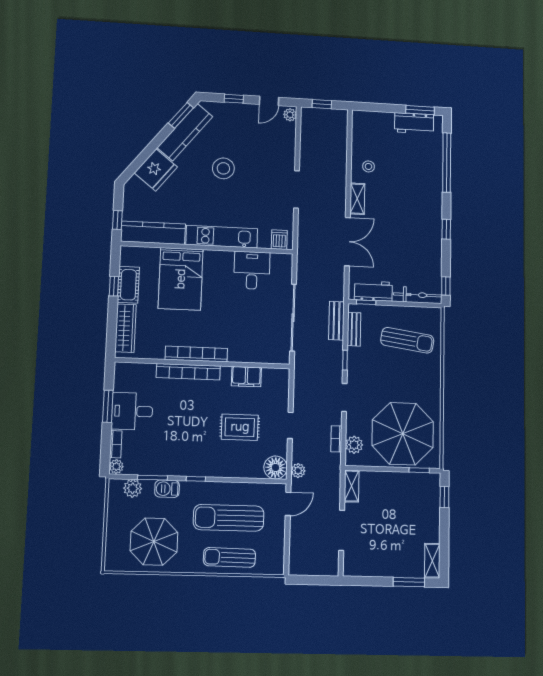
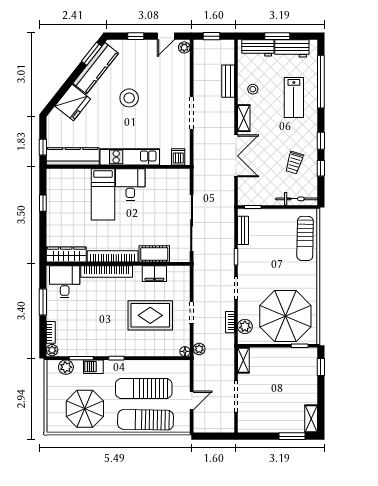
window: (420, 110) -> (277, 36), moved
lab bench: (416, 178) -> (294, 97), added
trolley: (415, 253) -> (294, 163), added
desk: (252, 270) -> (130, 184), moved
bed: (181, 279) -> (103, 194), width x0.67
cot: (128, 285) -> (154, 254), moved, turned 90
window: (446, 286) -> (321, 168), moved
workbench: (373, 291) -> (258, 48), moved, turned 180
bench: (336, 321) -> (228, 81), moved
wardrobe: (126, 328) -> (66, 255), moved, turned -90
sun lounger: (407, 340) -> (305, 238), moved, turned 83
desk: (132, 411) -> (65, 282), moved, turned 90
rug: (240, 427) -> (150, 315), width x1.36, depth x1.43
floor lamp: (276, 468) -> (185, 351), width x0.53, depth x0.53
door: (288, 504) -> (192, 401), moved
sun lounger: (229, 557) -> (145, 420), width x1.36, depth x1.34

